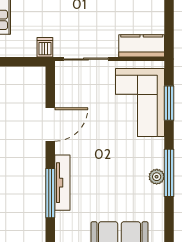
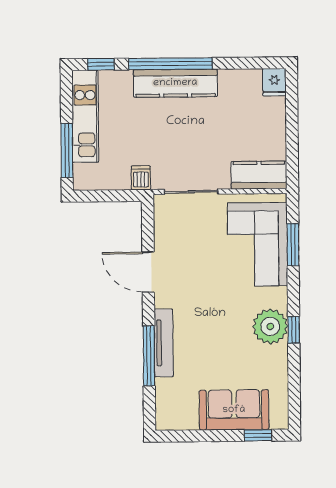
door: (50, 124) -> (148, 272), swing flipped
window: (169, 173) -> (294, 330), width x0.46
plant: (157, 177) -> (270, 326), width x1.87, depth x1.87

